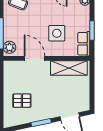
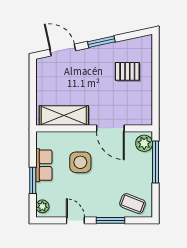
window: (92, 31) -> (33, 180), moved
row of seats: (84, 44) -> (44, 165), moved

